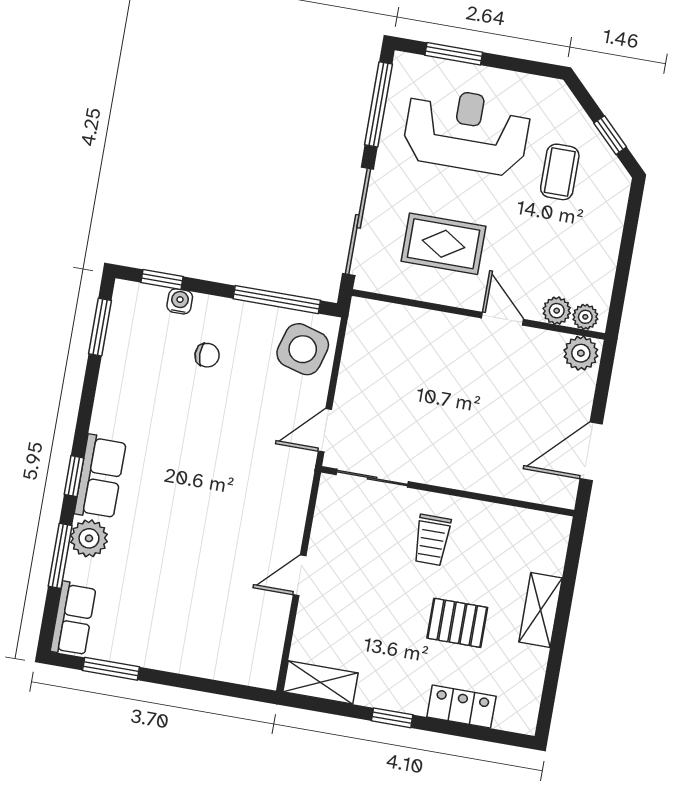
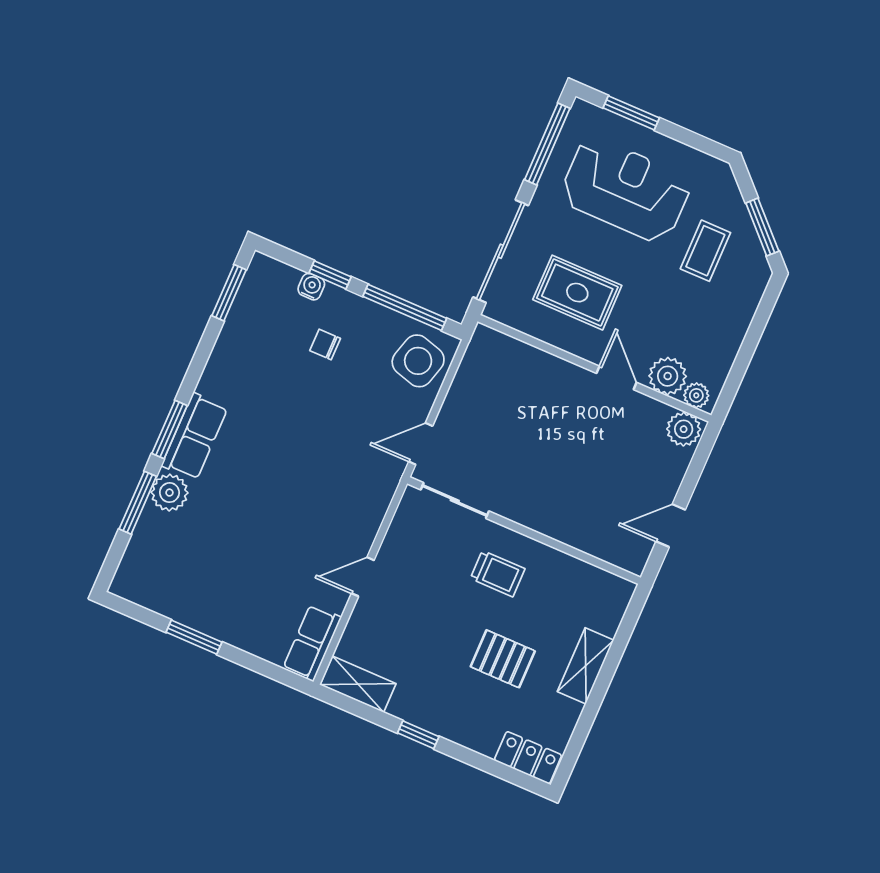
window: (610, 135) -> (762, 227), width x1.50
window: (162, 279) -> (330, 275), moved
plant: (557, 311) -> (668, 376), width x1.38, depth x1.38
chair: (207, 355) -> (325, 344), turned 180
door: (591, 451) -> (671, 526), width x0.73
window: (74, 476) -> (170, 430), width x1.50
trolley: (432, 540) -> (498, 574), turned -90
row of seats: (73, 619) -> (312, 643), moved, turned 180
window: (111, 669) -> (194, 637), moved
locker: (461, 707) -> (528, 758), moved

